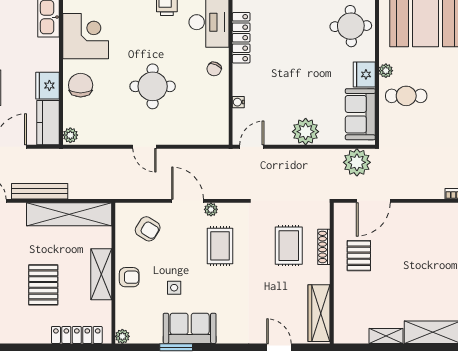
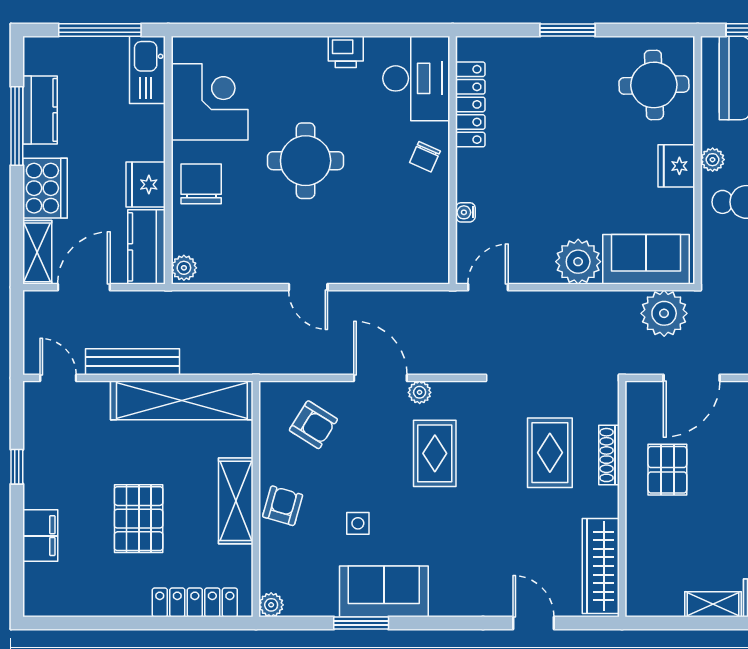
round table: (153, 86) -> (306, 161), moved
sofa: (360, 114) -> (646, 259), moved, turned 90
armchair: (129, 277) -> (283, 506), turned -74

